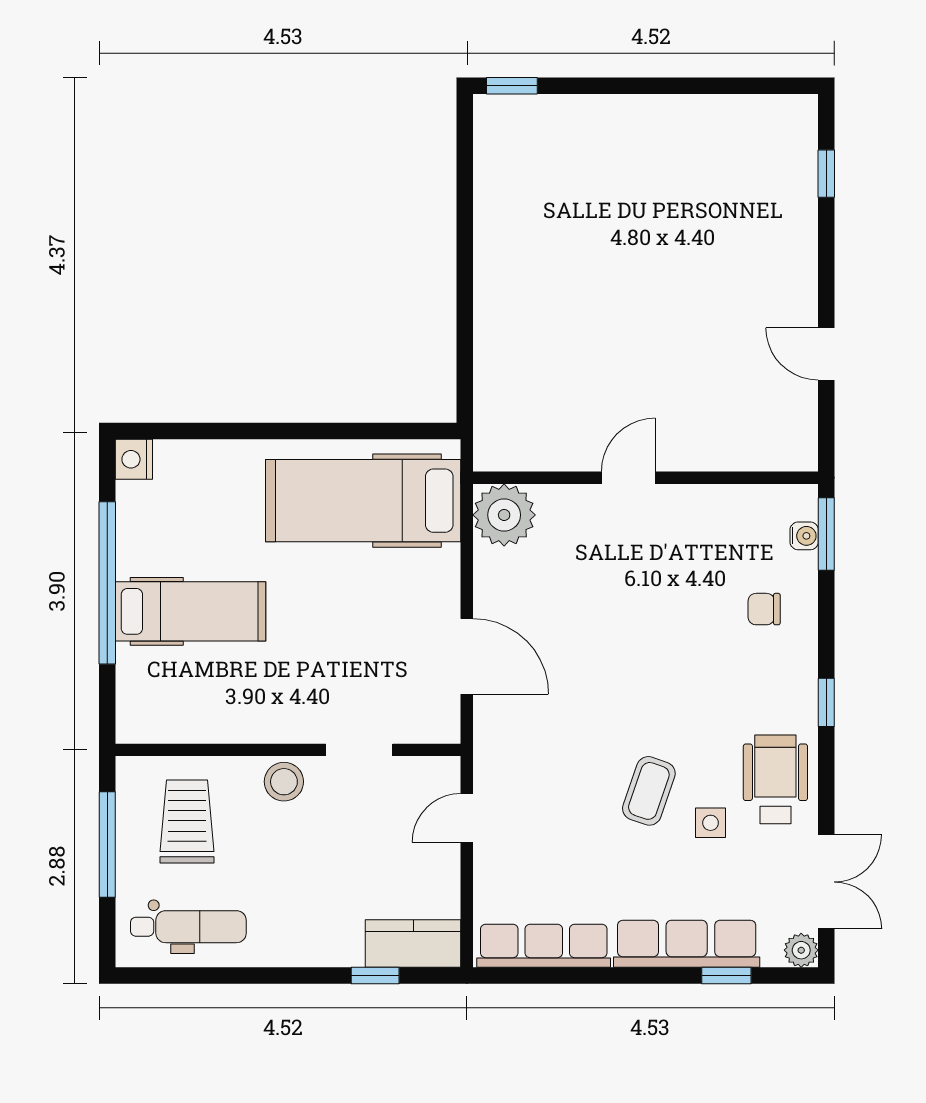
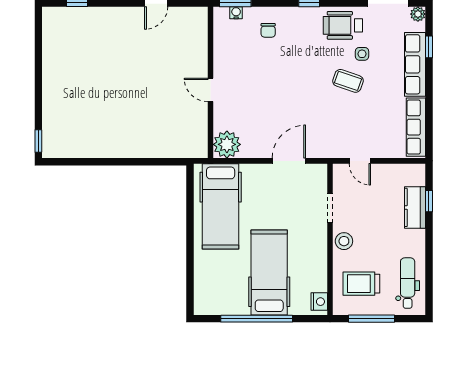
nightstand: (134, 459) -> (319, 302), moved, turned -90
hospital bed: (191, 611) -> (269, 273), width x1.37, depth x1.29
kitchen counter: (413, 943) -> (415, 207), moved

